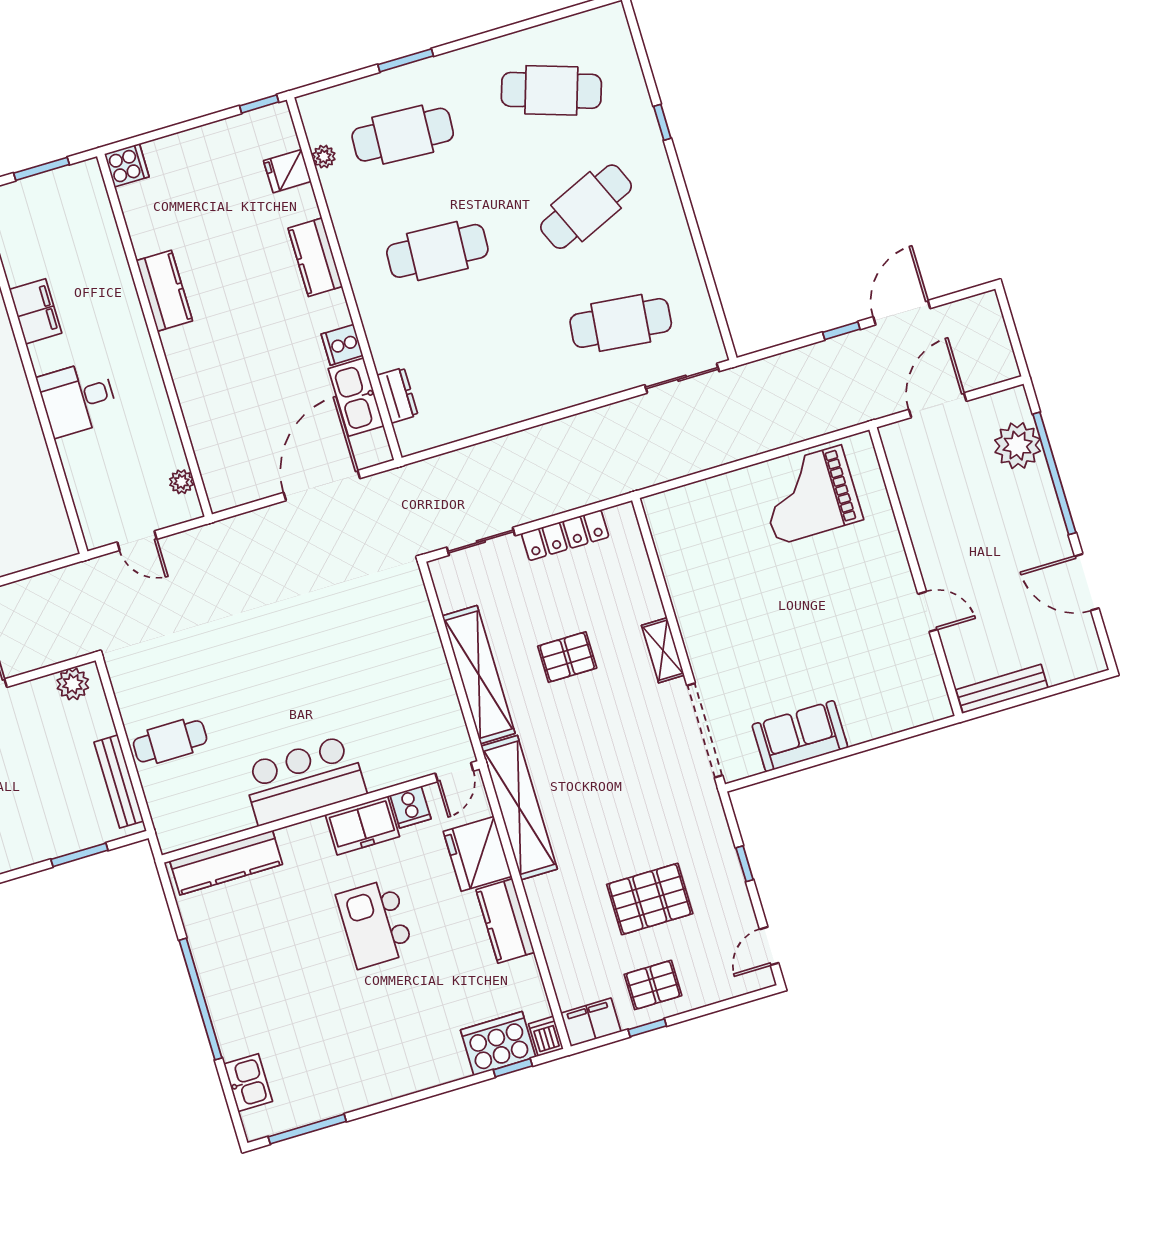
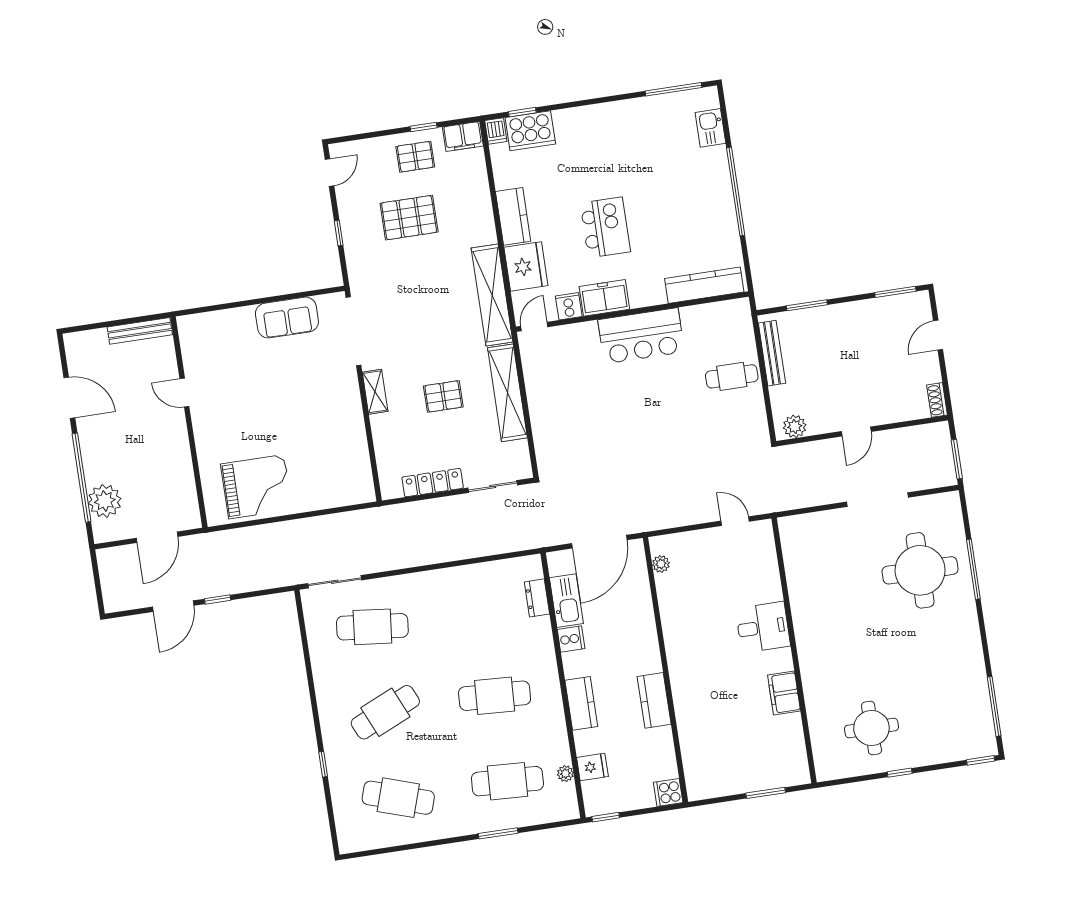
cooker: (127, 165) -> (668, 792), moved
kitchen counter: (164, 291) -> (654, 700), moved
wall: (154, 335) -> (665, 670), moved
plant: (181, 482) -> (661, 564), moved

